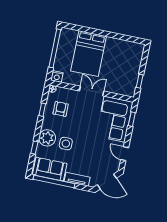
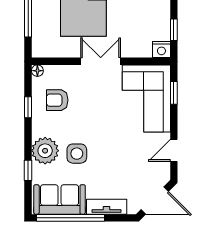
nightstand: (57, 76) -> (161, 50), moved
armchair: (61, 109) -> (57, 100), turned -90
door: (125, 154) -> (174, 150), hinge flipped

